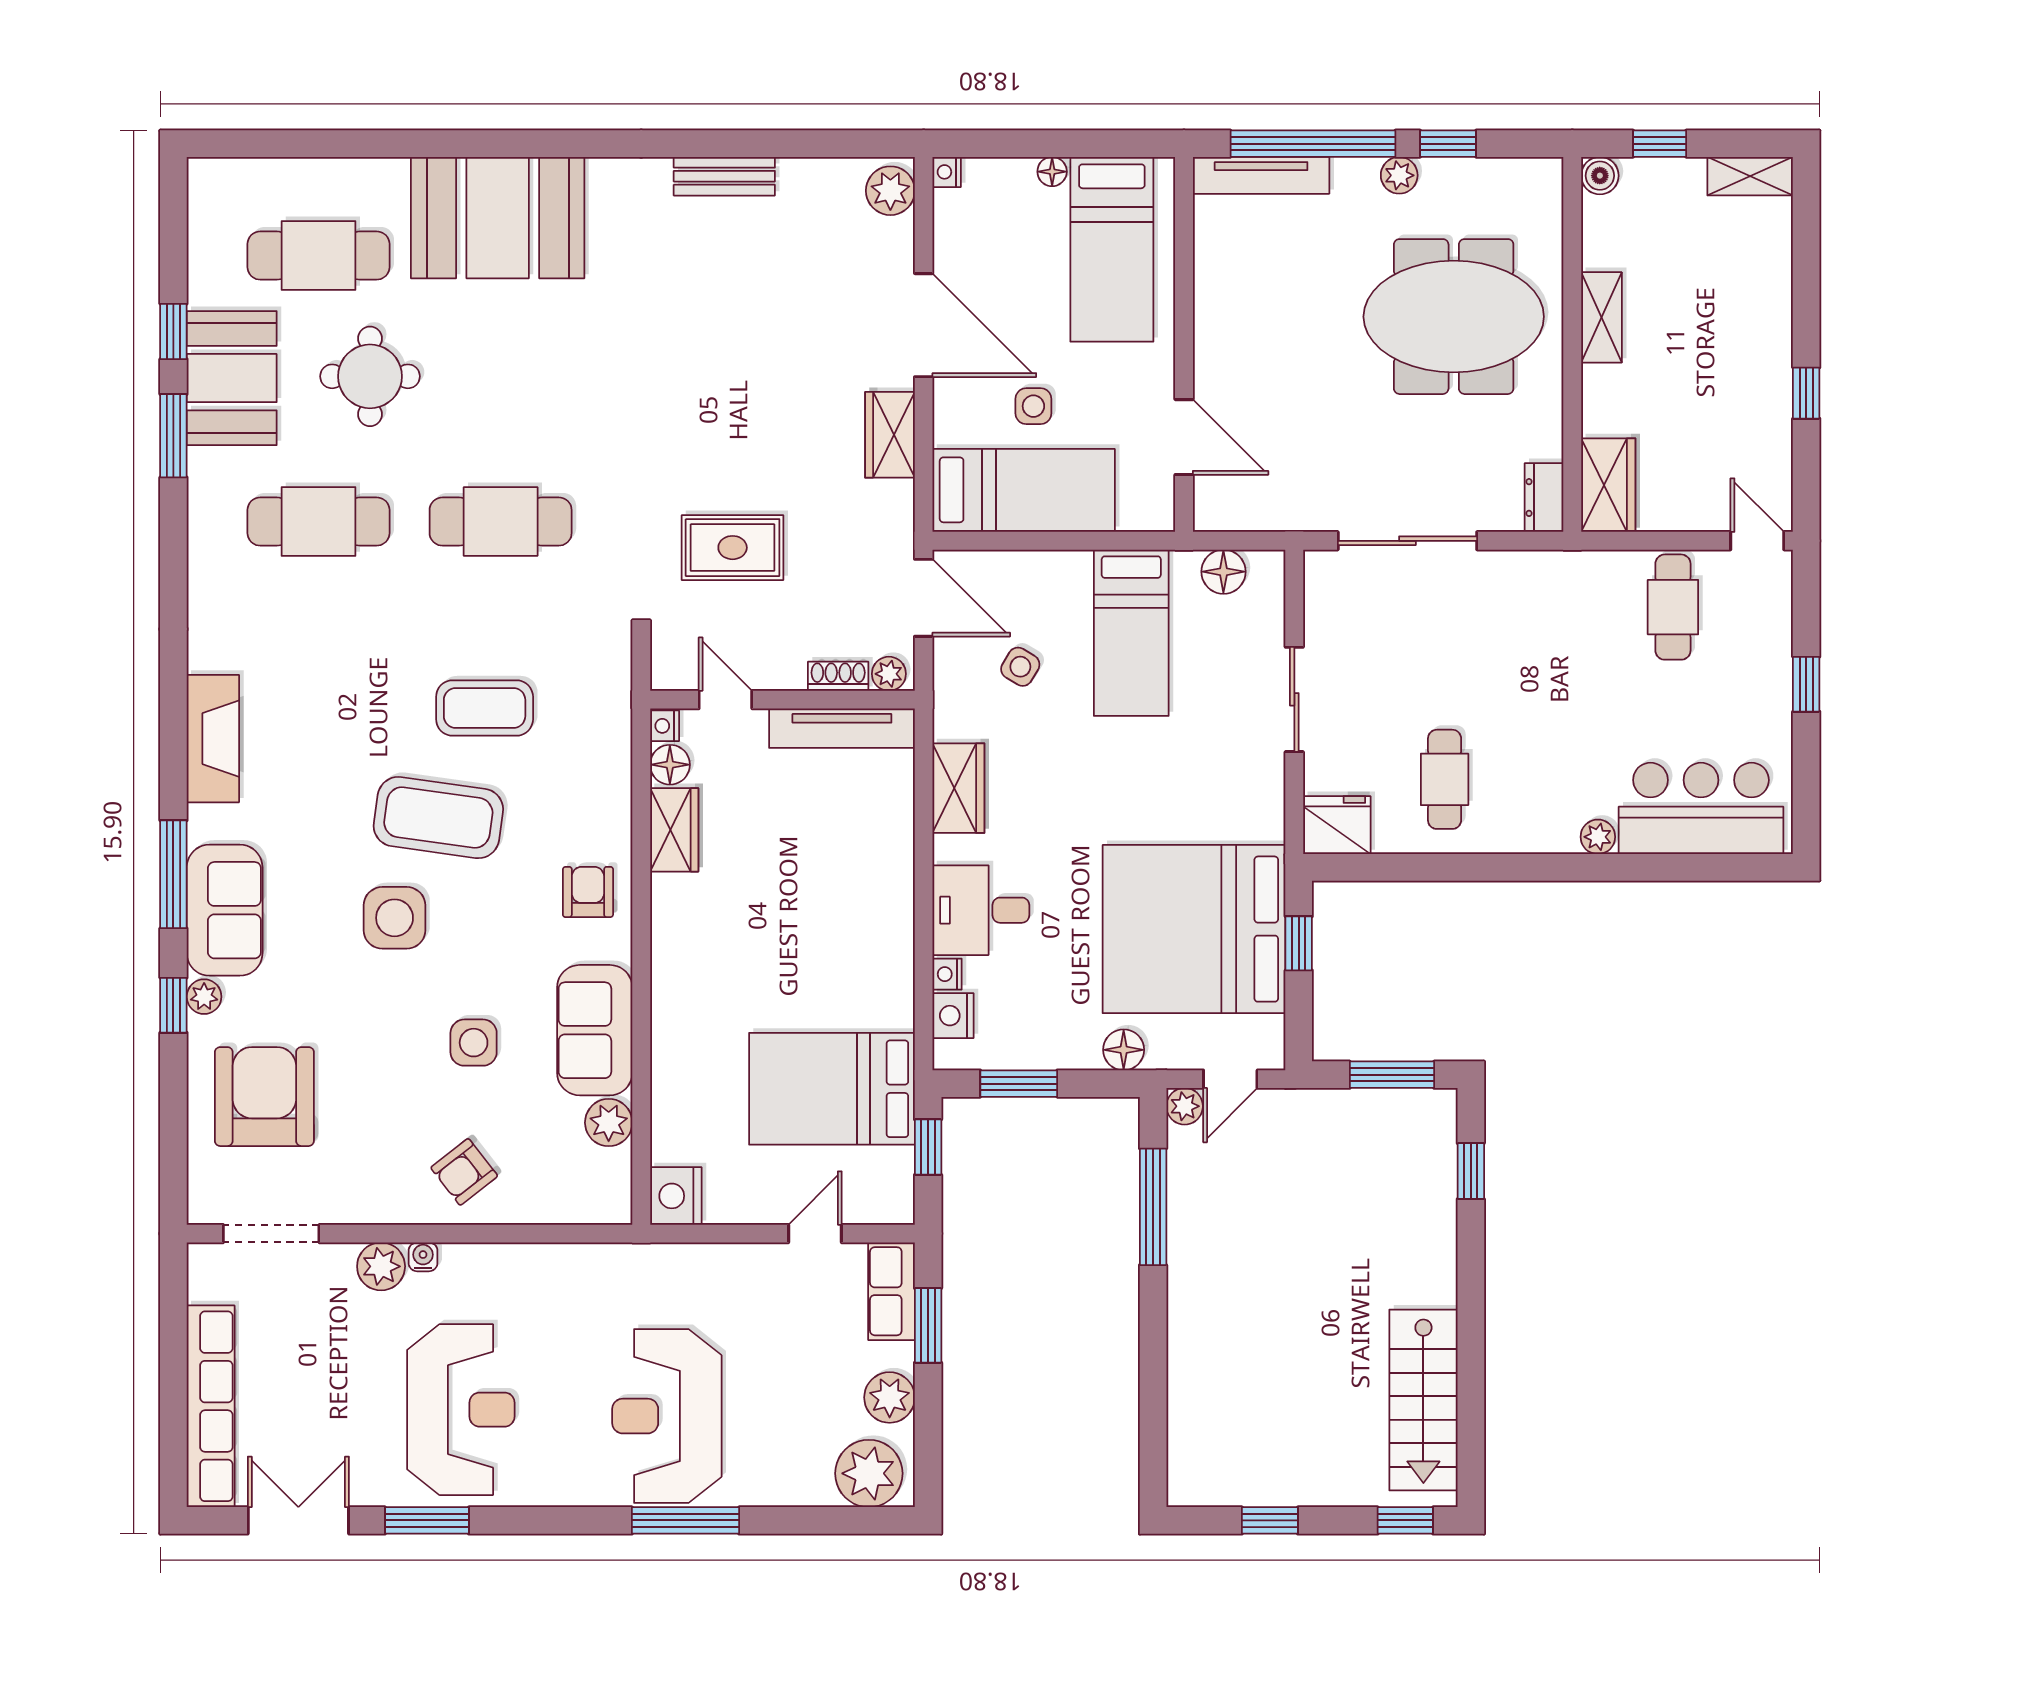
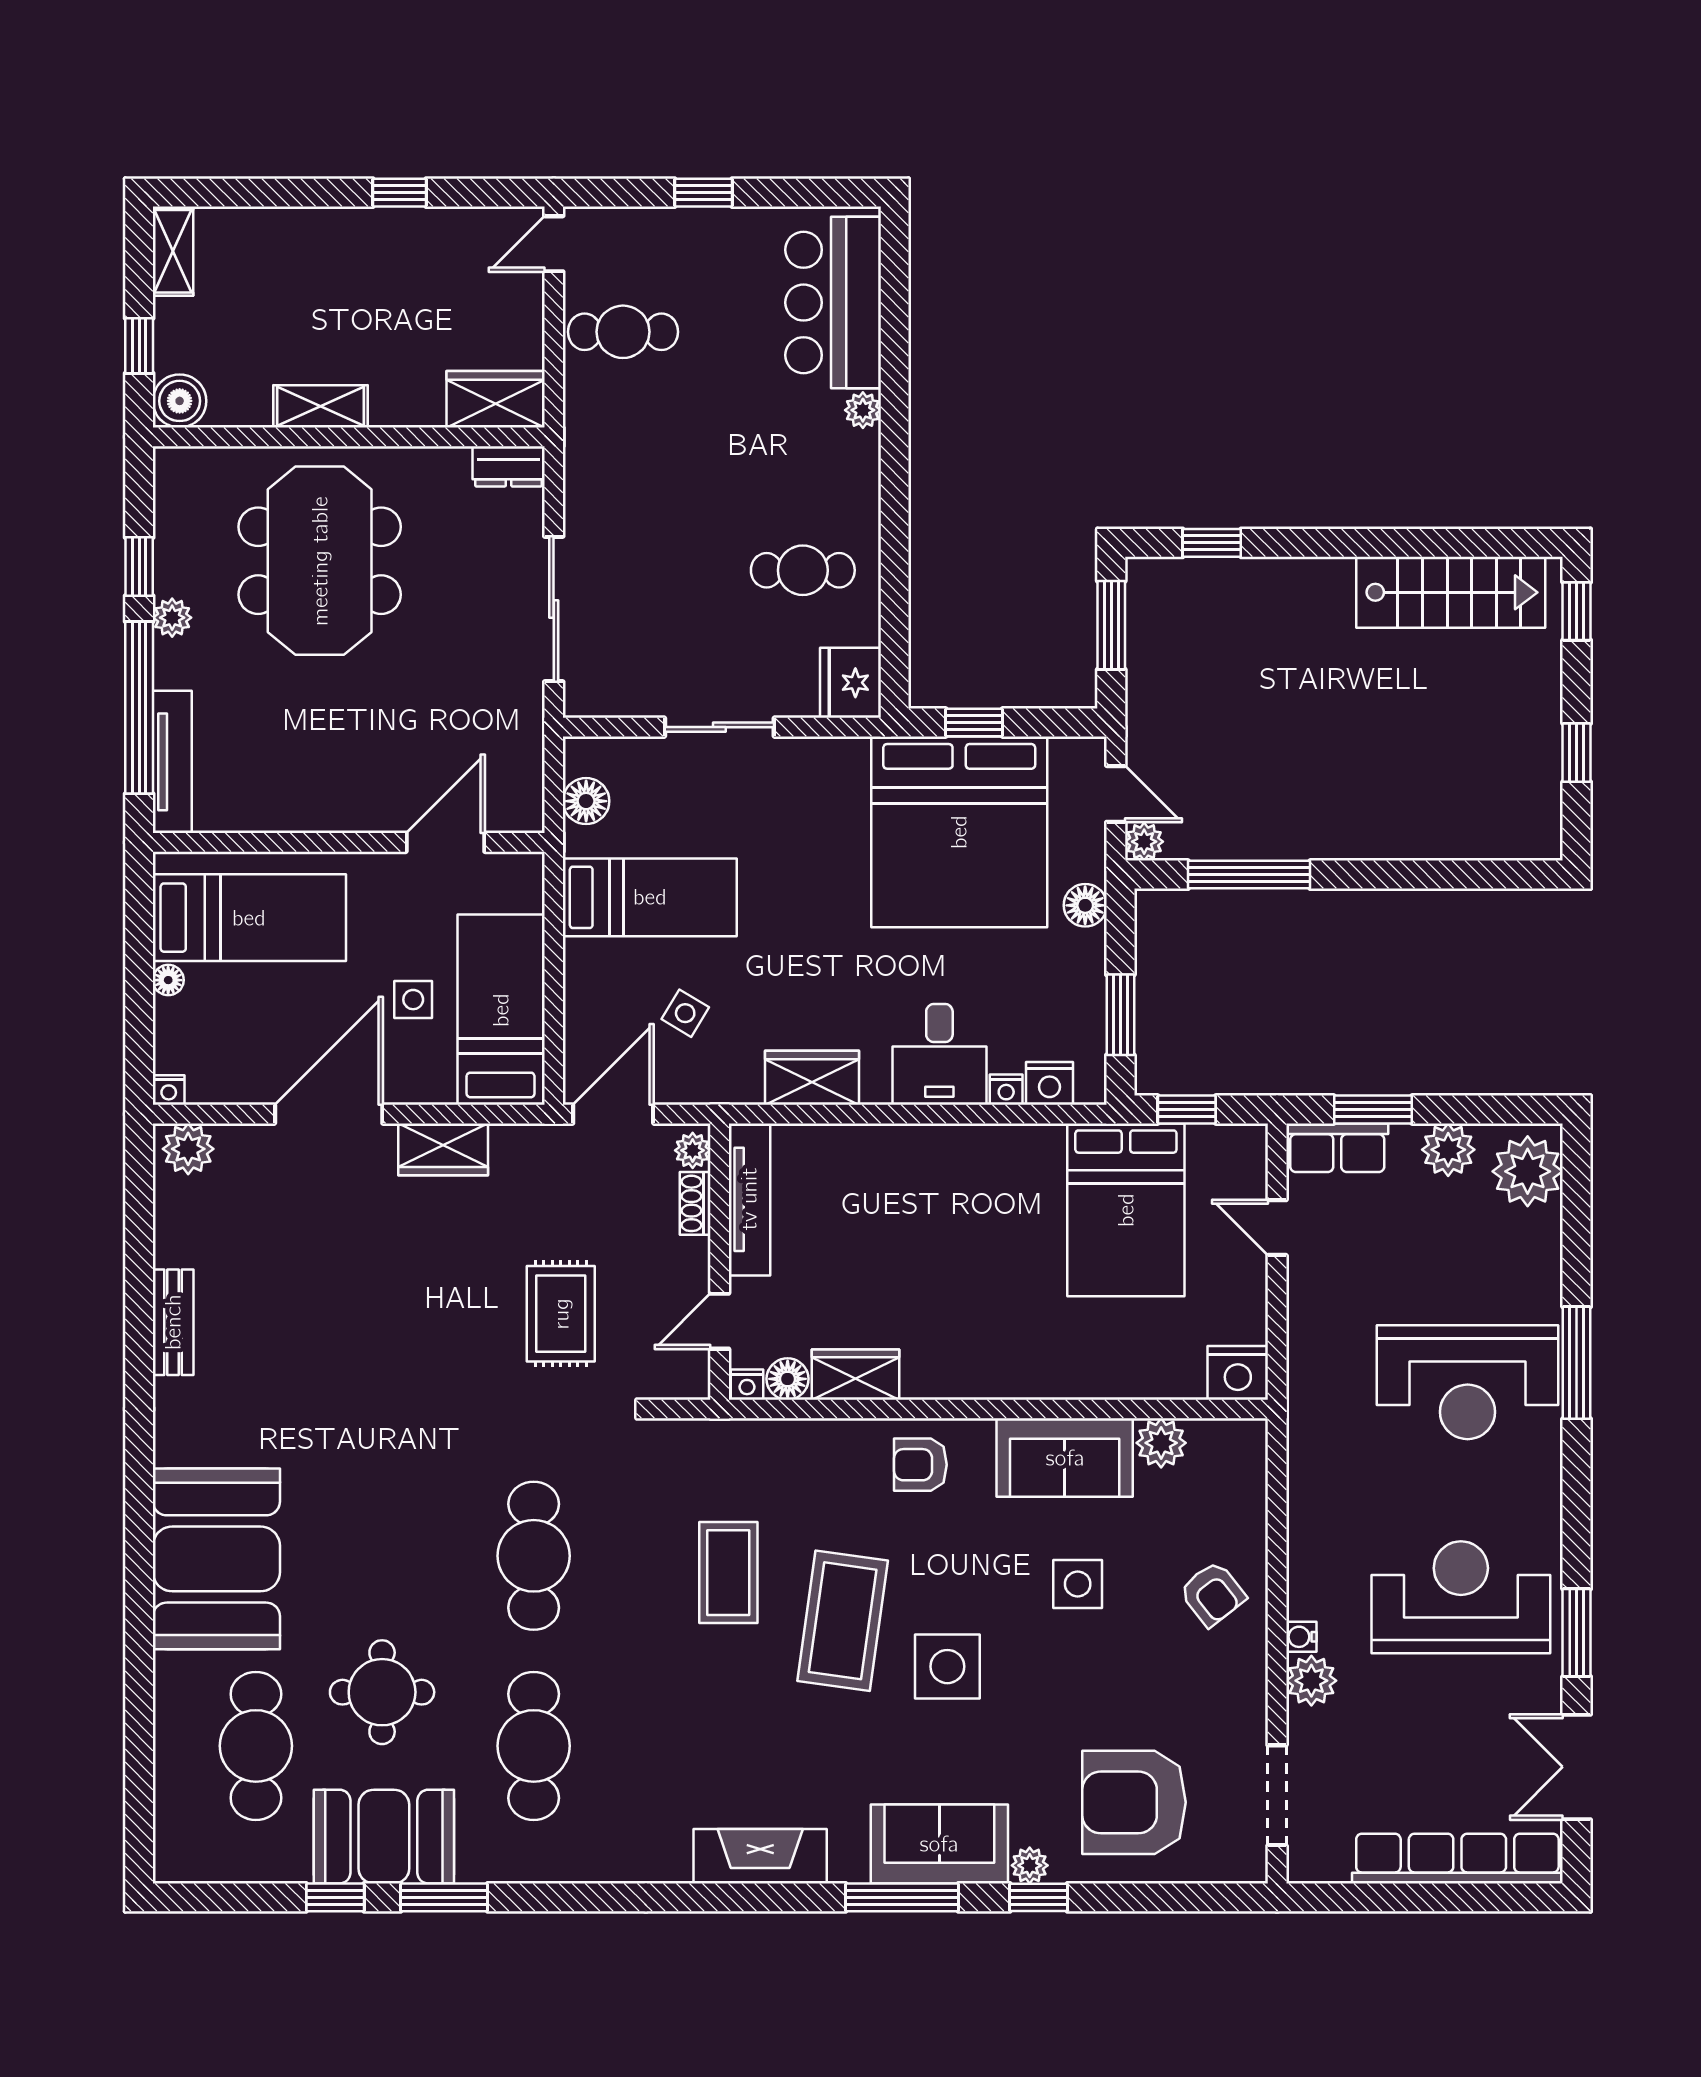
boiler: (1600, 176) -> (180, 401), width x1.36, depth x1.36

